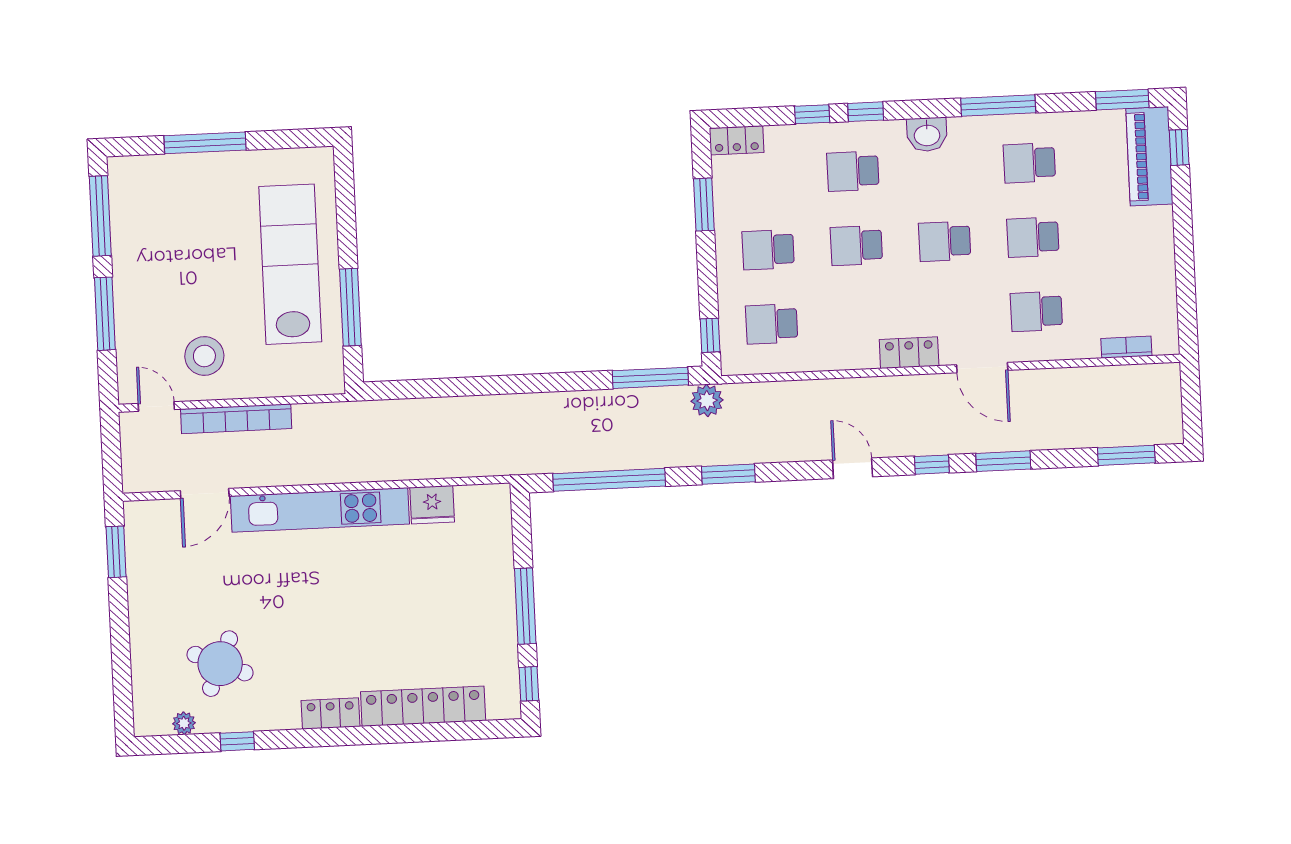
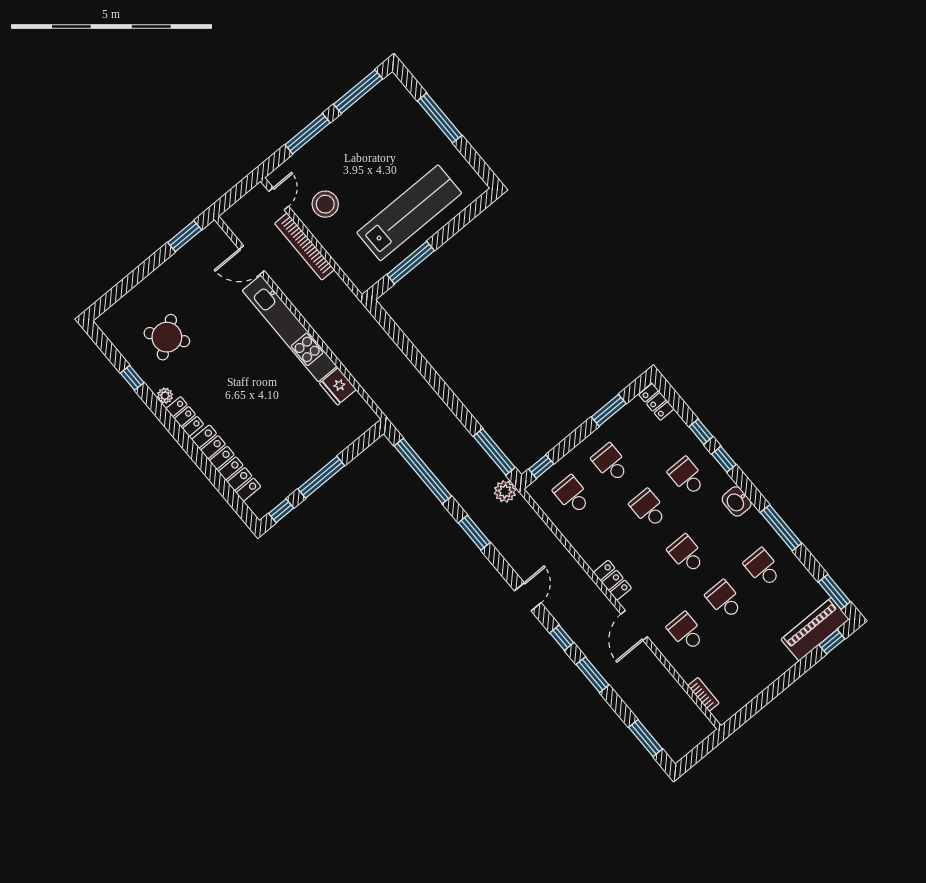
round table: (220, 664) -> (167, 337), turned 30
plant: (184, 723) -> (165, 396), moved

